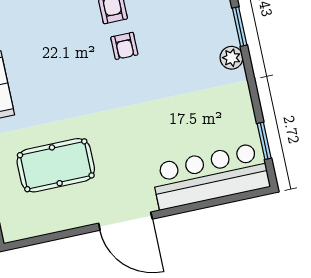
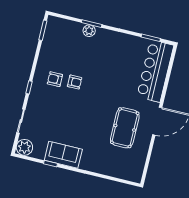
plant: (231, 58) -> (89, 31), moved
pool table: (56, 165) -> (125, 128), moved

